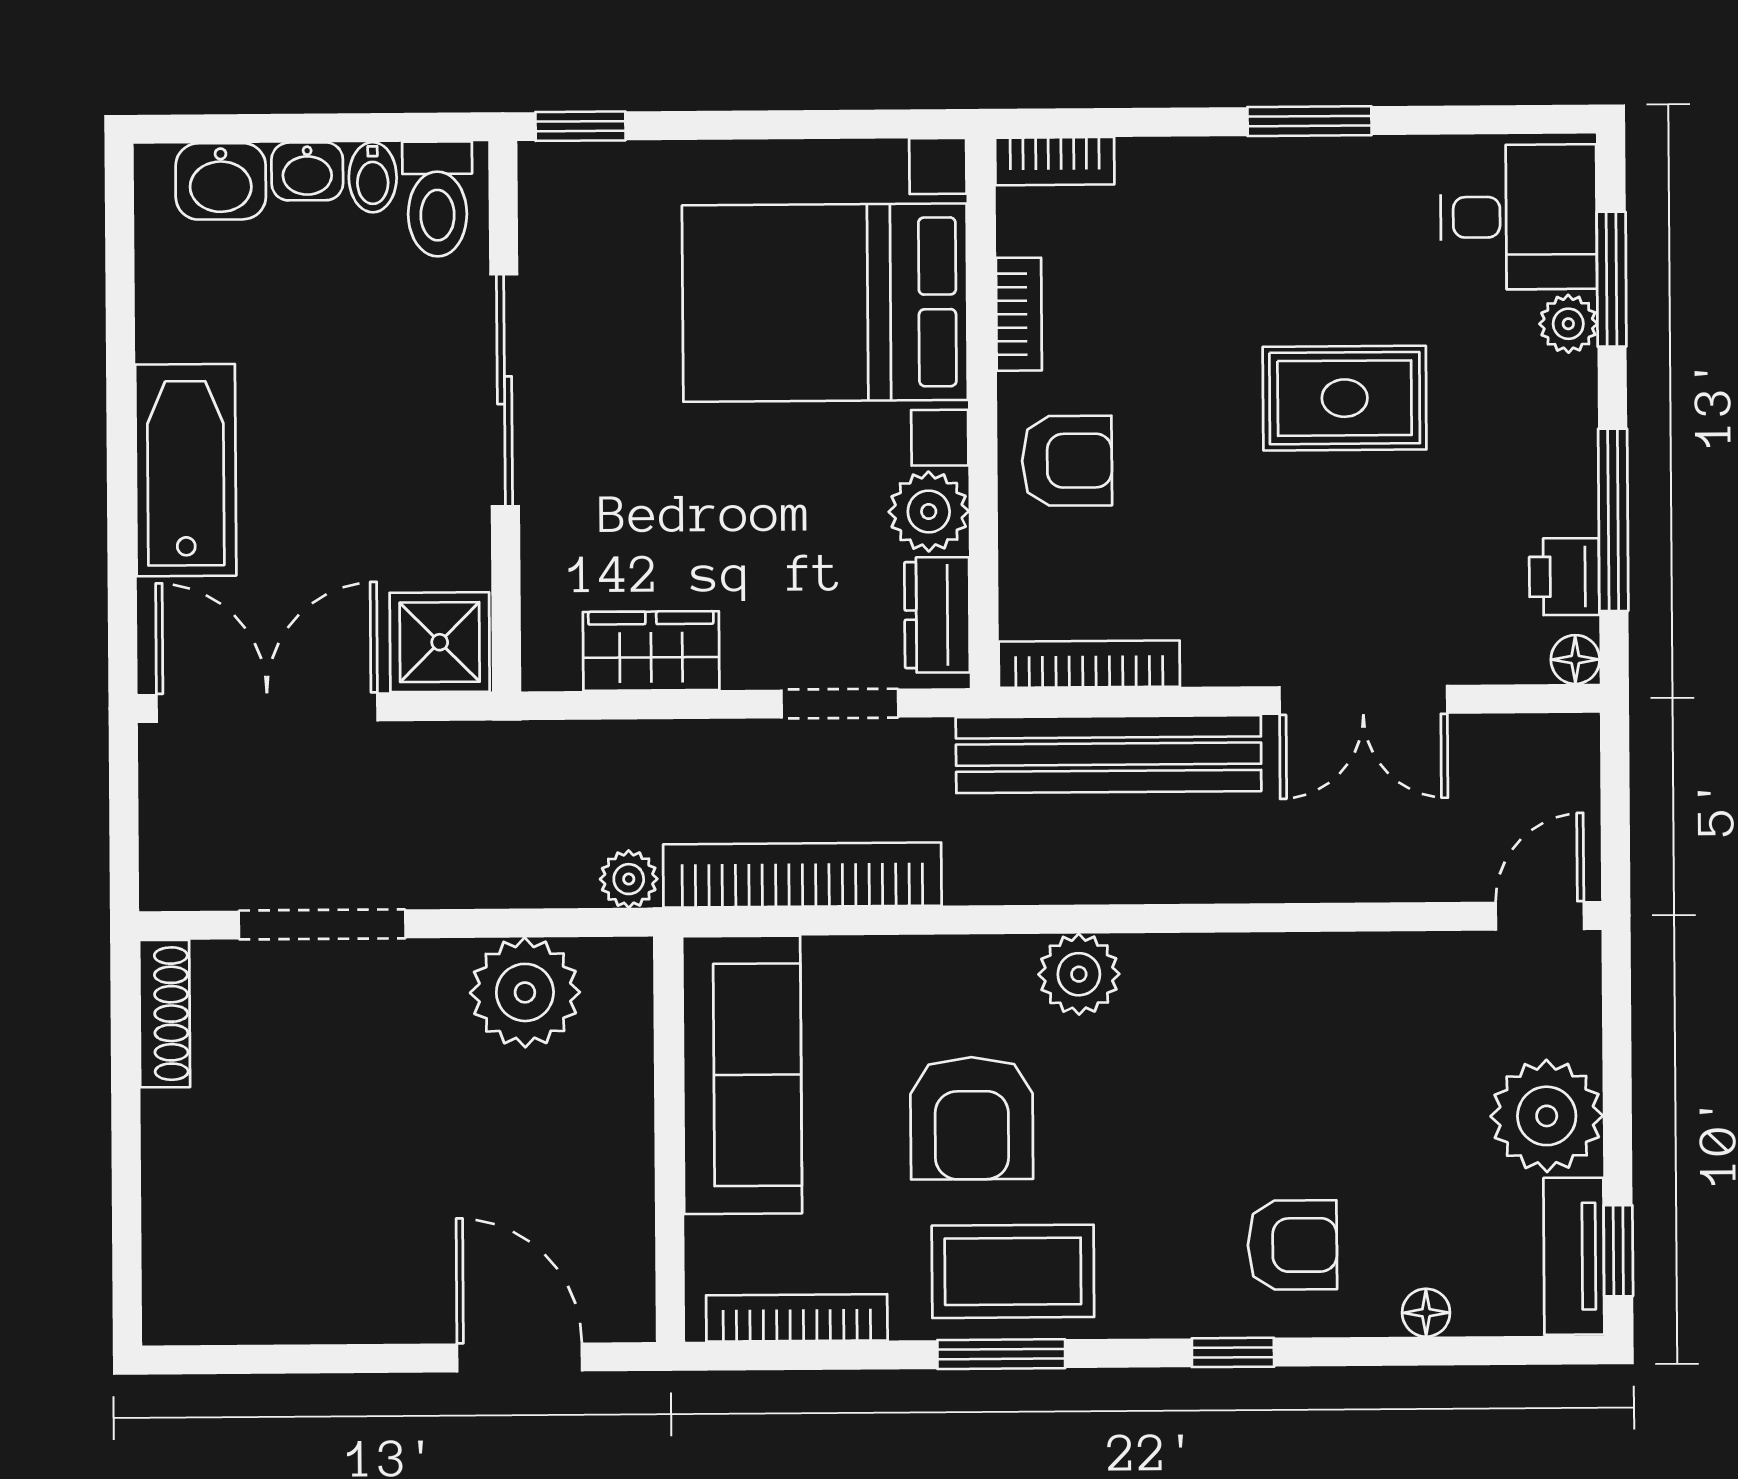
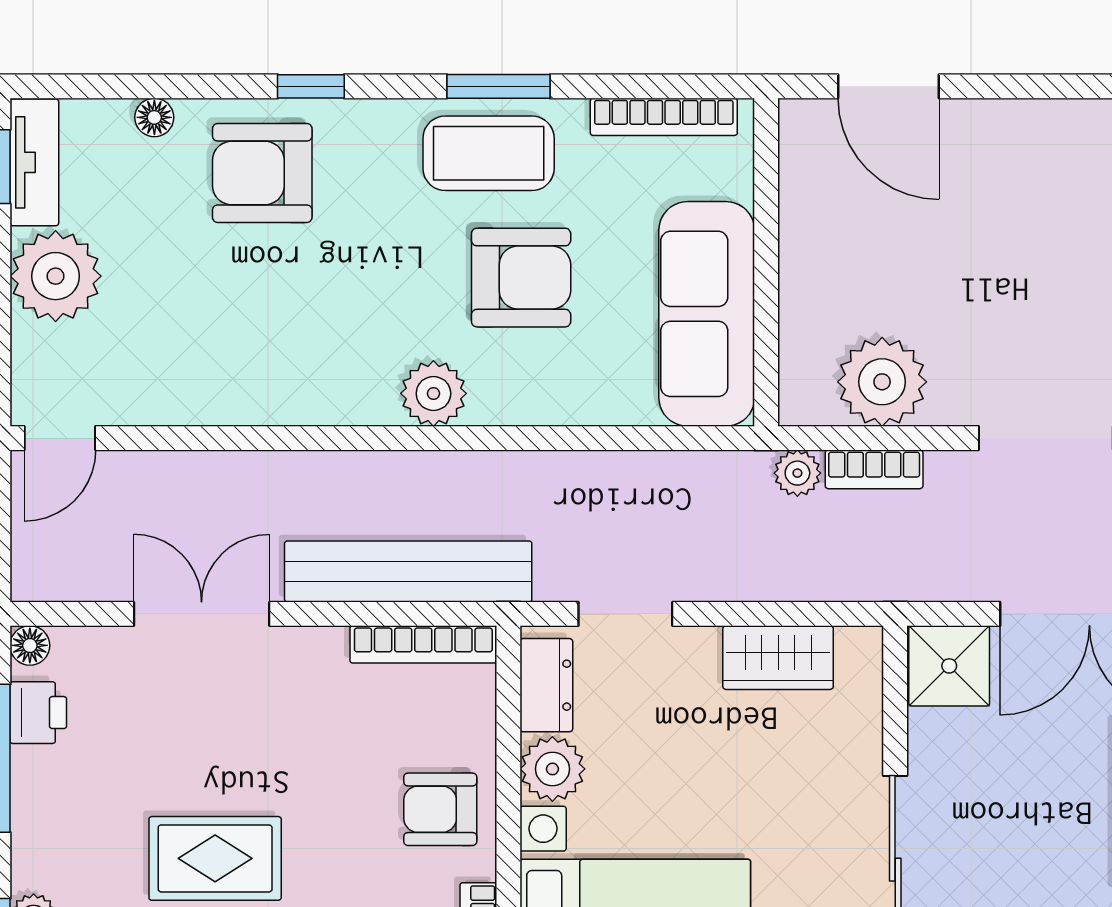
bookcase: (802, 875) -> (874, 469), moved, width x0.43, depth x0.76
armchair: (972, 1118) -> (521, 278), turned 90
armchair: (1292, 1245) -> (262, 173), width x1.38, depth x1.38

